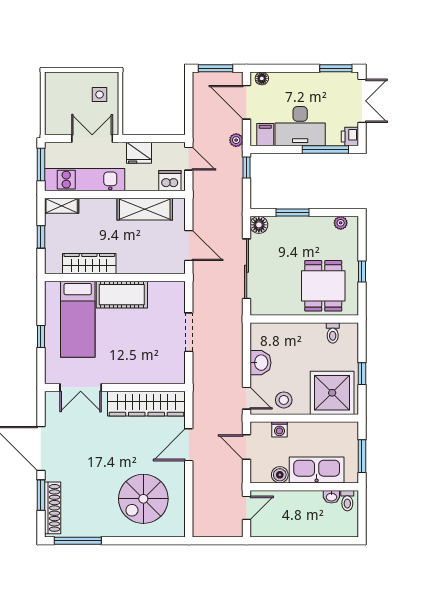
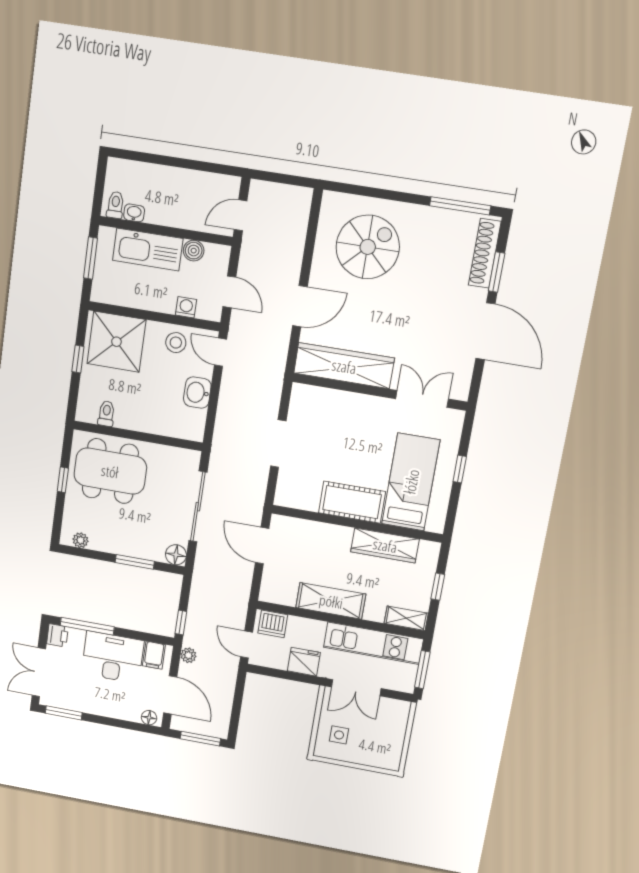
shelving: (145, 209) -> (331, 601), moved
dining table: (323, 286) -> (110, 471), width x1.38

